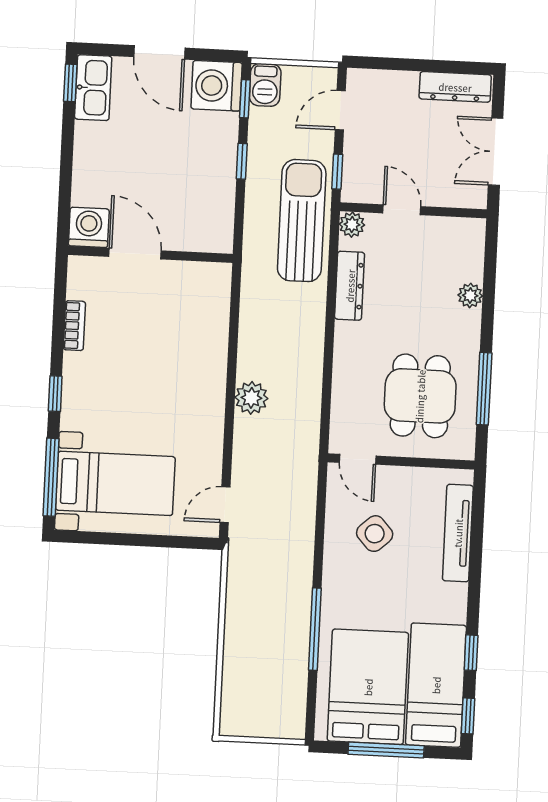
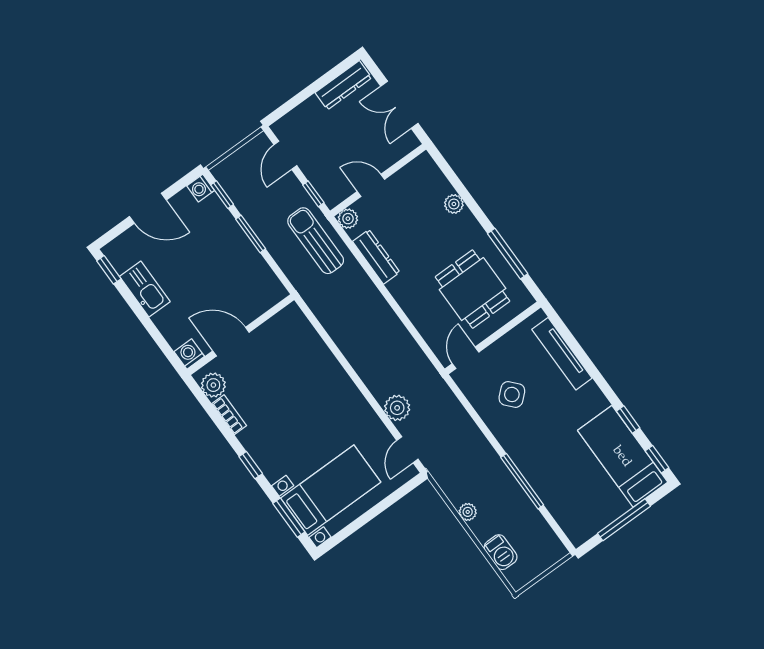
barbecue: (265, 85) -> (501, 552), moved
washing machine: (217, 86) -> (201, 188), width x0.53, depth x0.53
kitchen sink: (93, 88) -> (145, 289), moved
window: (242, 161) -> (251, 234), width x1.50
sun lounger: (302, 221) -> (316, 241), width x0.73, depth x0.75
washing machine: (89, 227) -> (189, 354), width x0.73, depth x0.73
plant: (82, 283) -> (213, 385), added
plant: (251, 398) -> (397, 408), moved
door: (358, 459) -> (465, 358), swing flipped
window: (51, 477) -> (289, 518), width x0.69
plant: (235, 616) -> (468, 512), added
bed: (368, 687) -> (582, 490), removed

